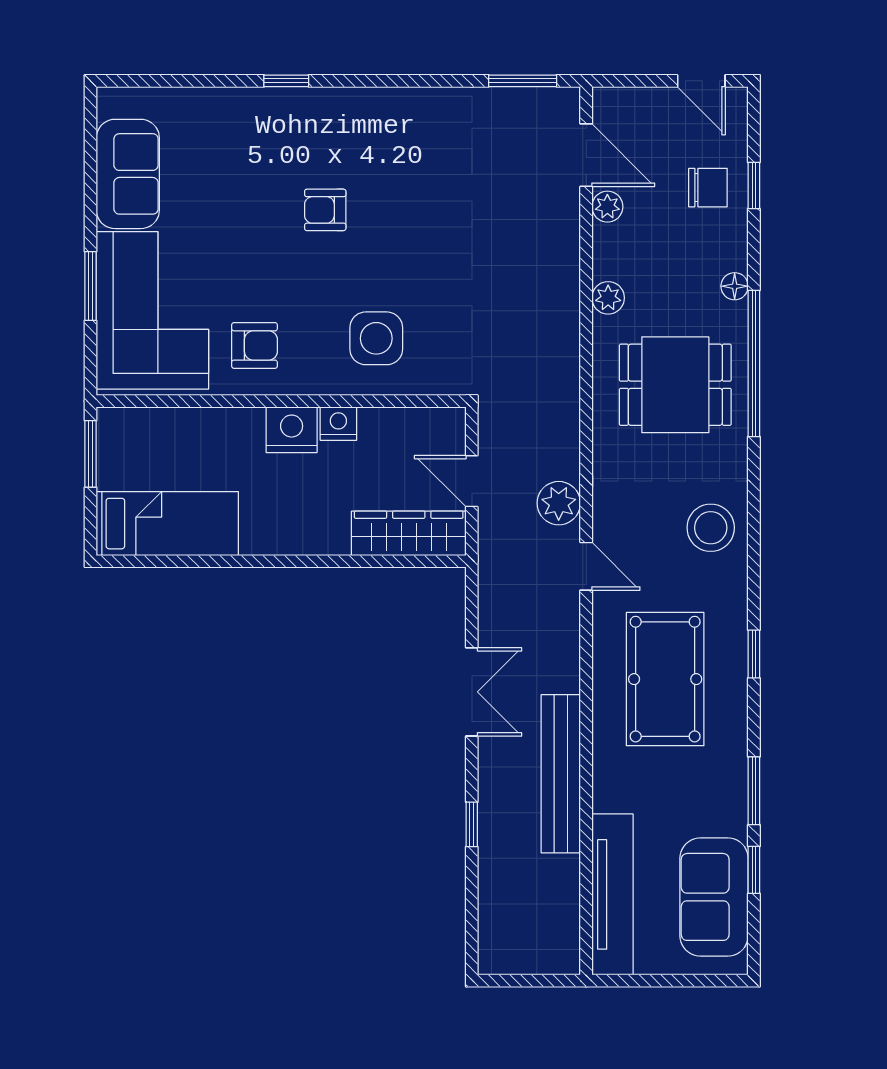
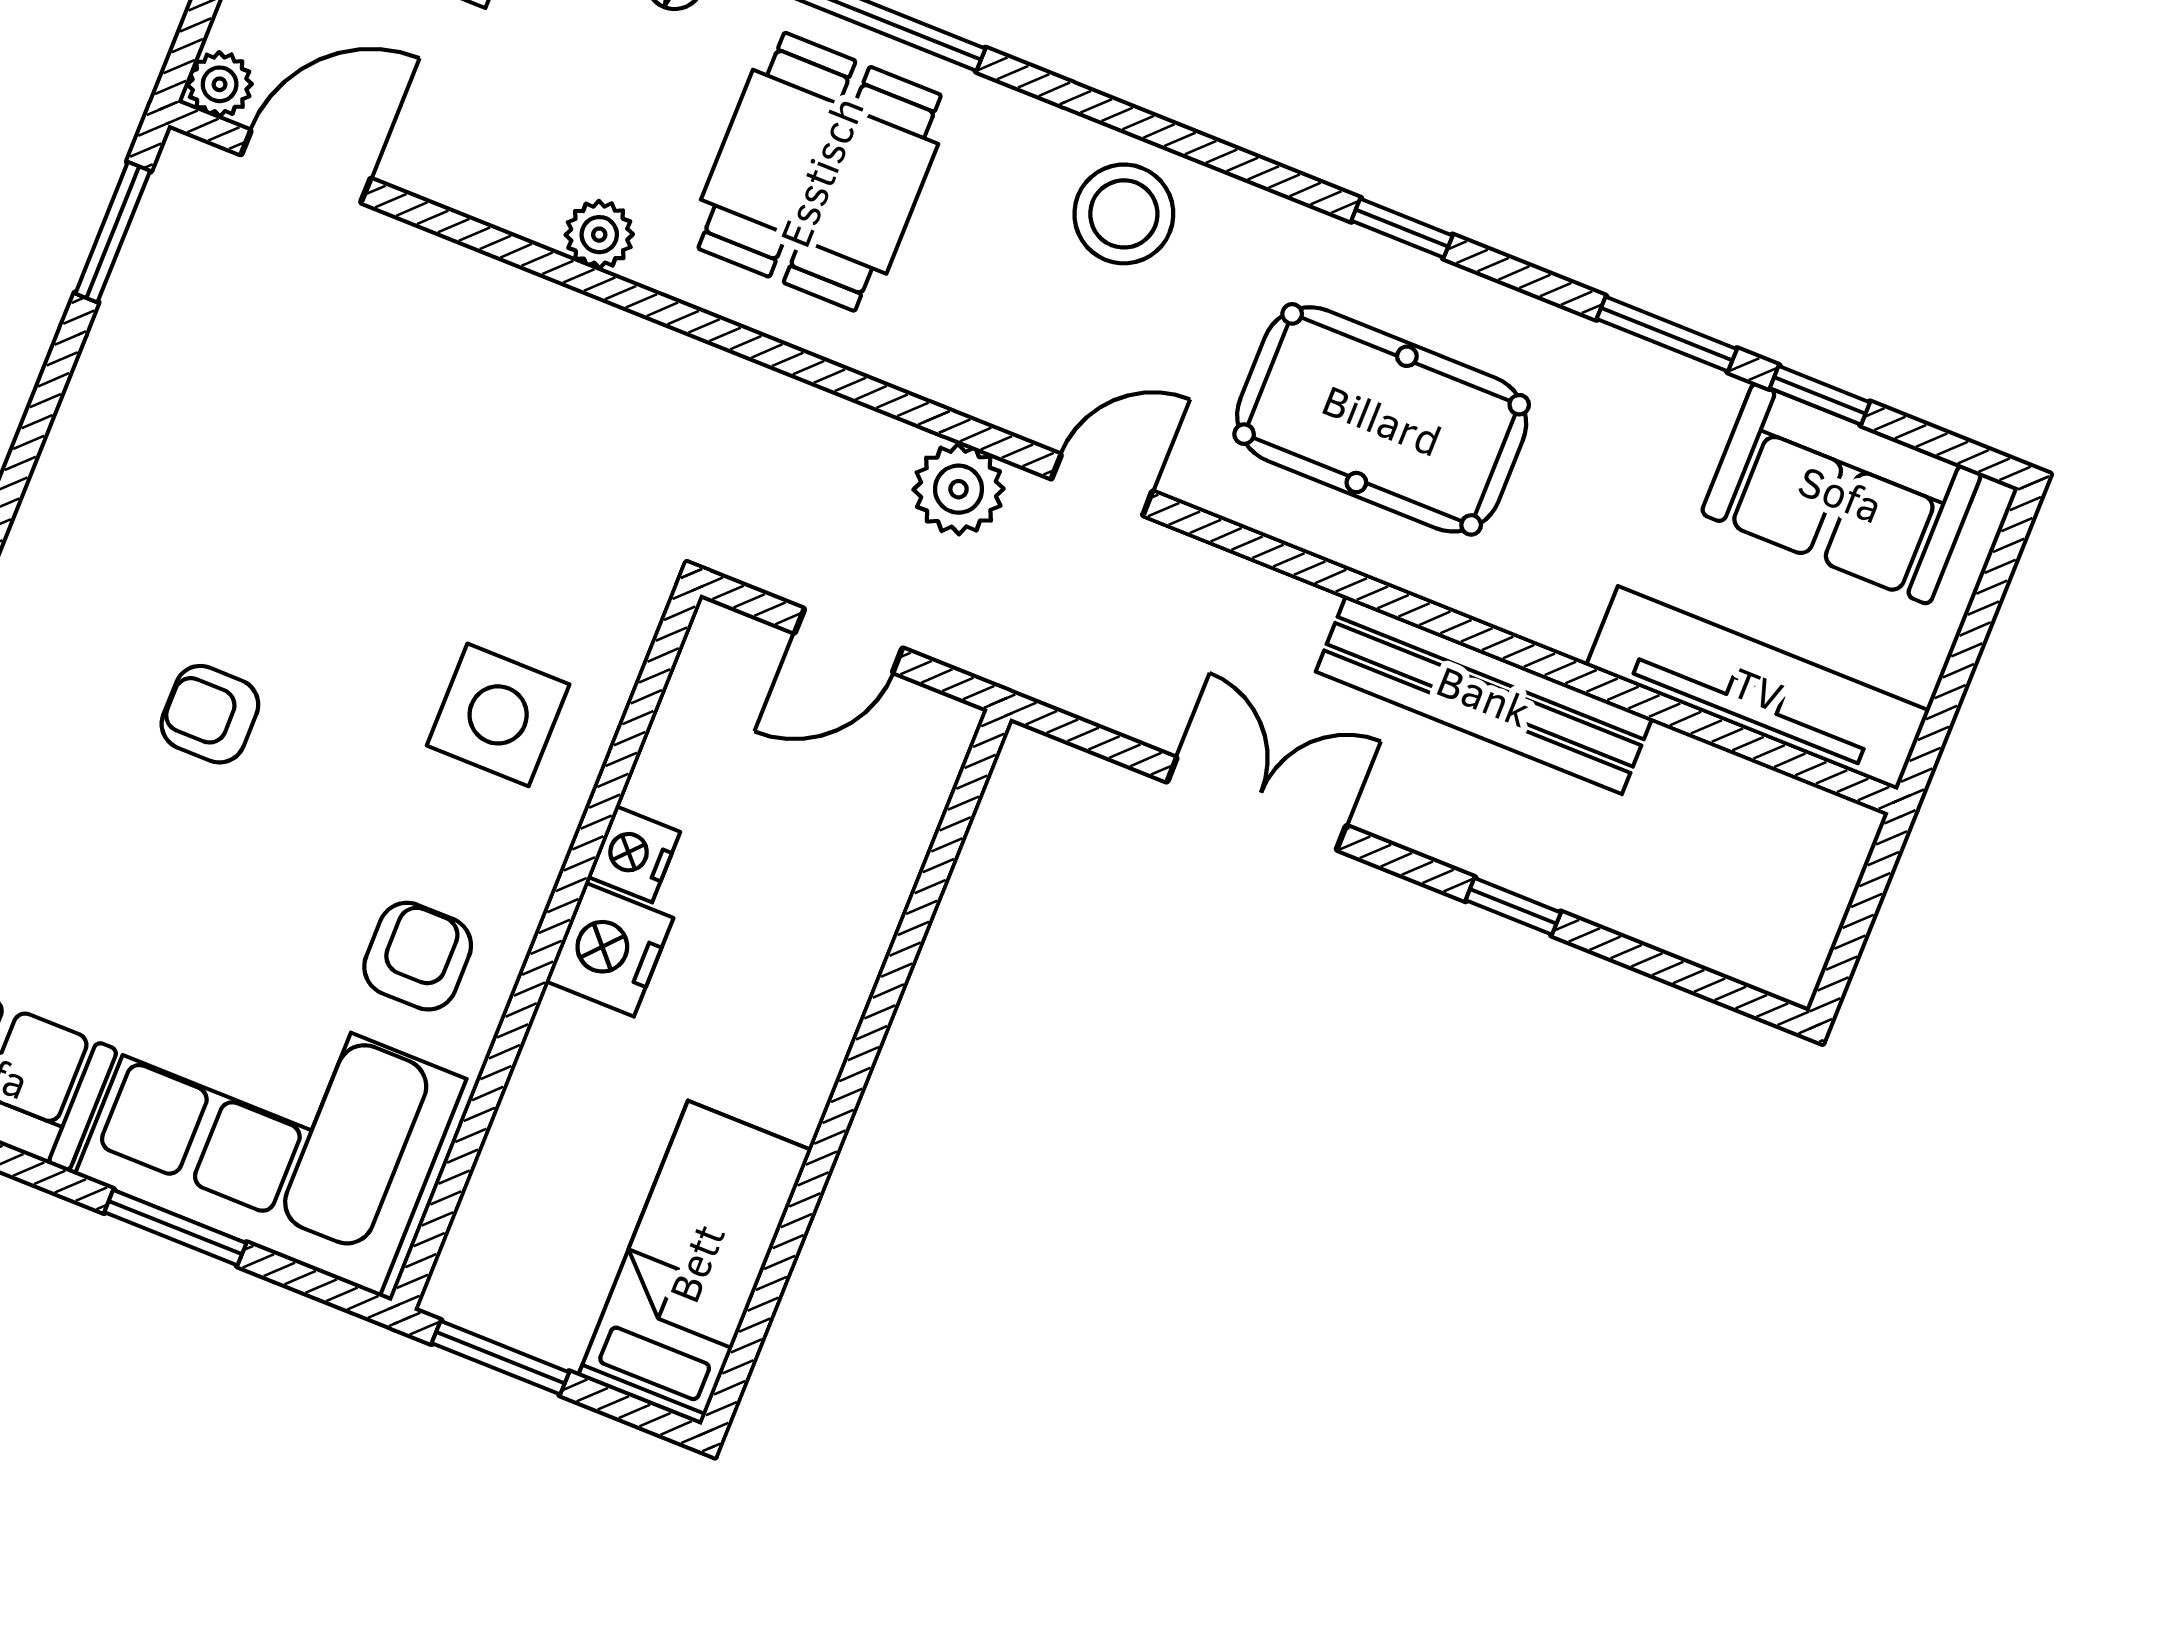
plant: (607, 207) -> (220, 84), moved
armchair: (325, 210) -> (210, 714), turned 90
wardrobe: (409, 533) -> (901, 803), removed

